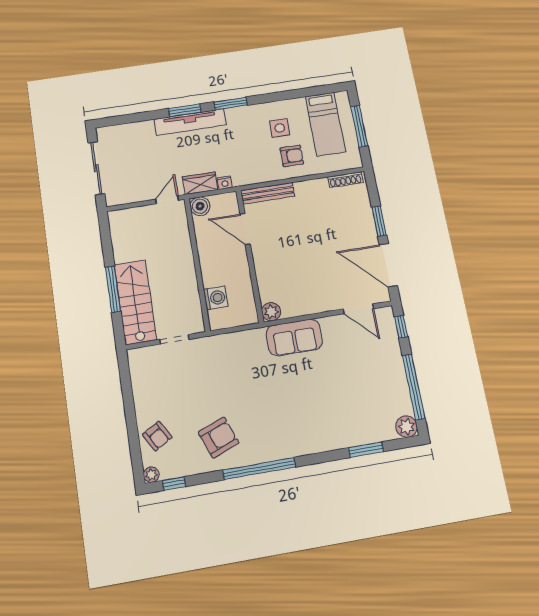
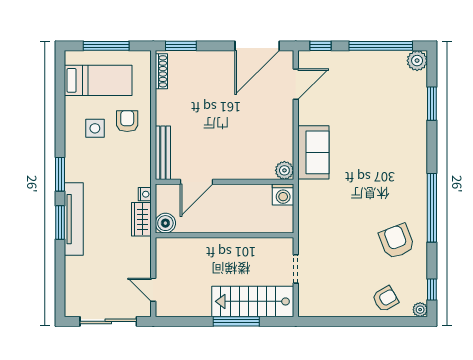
door: (167, 200) -> (153, 290), moved
window: (379, 221) -> (181, 46), moved
washing machine: (216, 298) -> (283, 195), moved, turned 180

